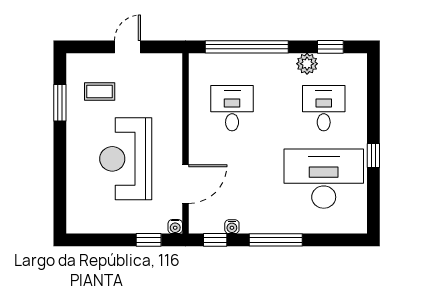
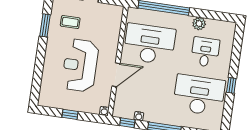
window: (330, 47) -> (215, 15), removed
desk: (232, 108) -> (149, 44), width x1.87, depth x1.30
door: (185, 184) -> (116, 75), moved
window: (149, 240) -> (70, 114), moved

